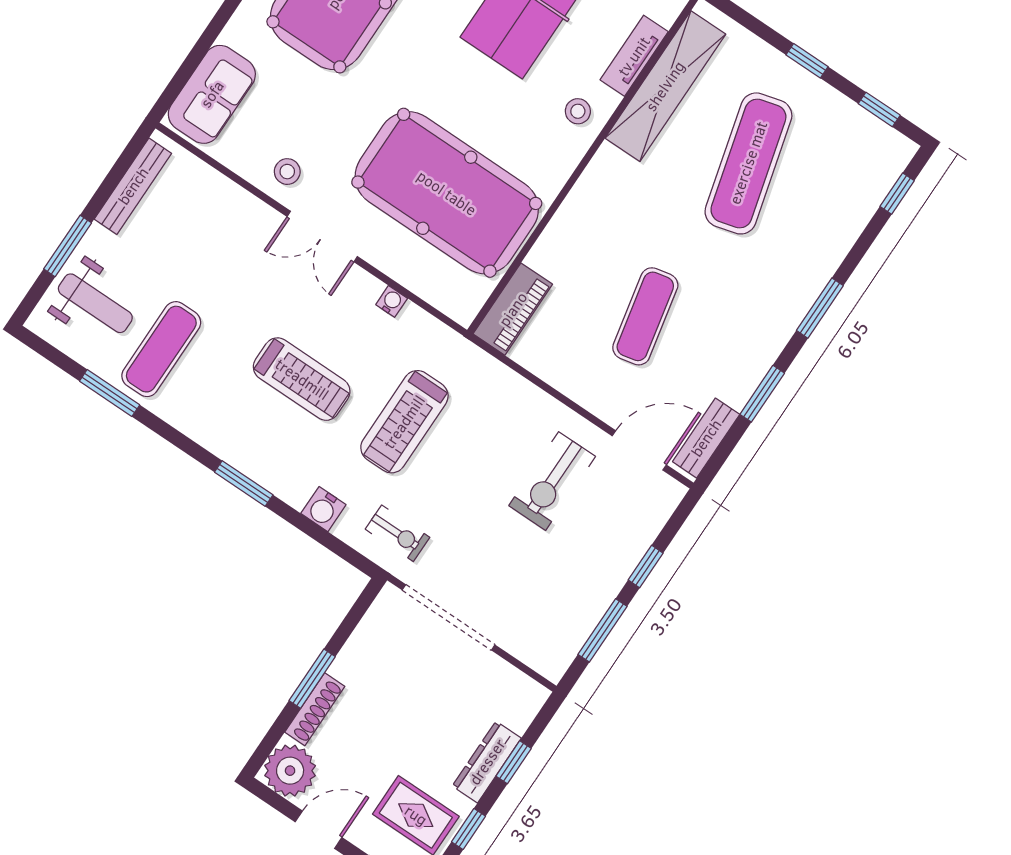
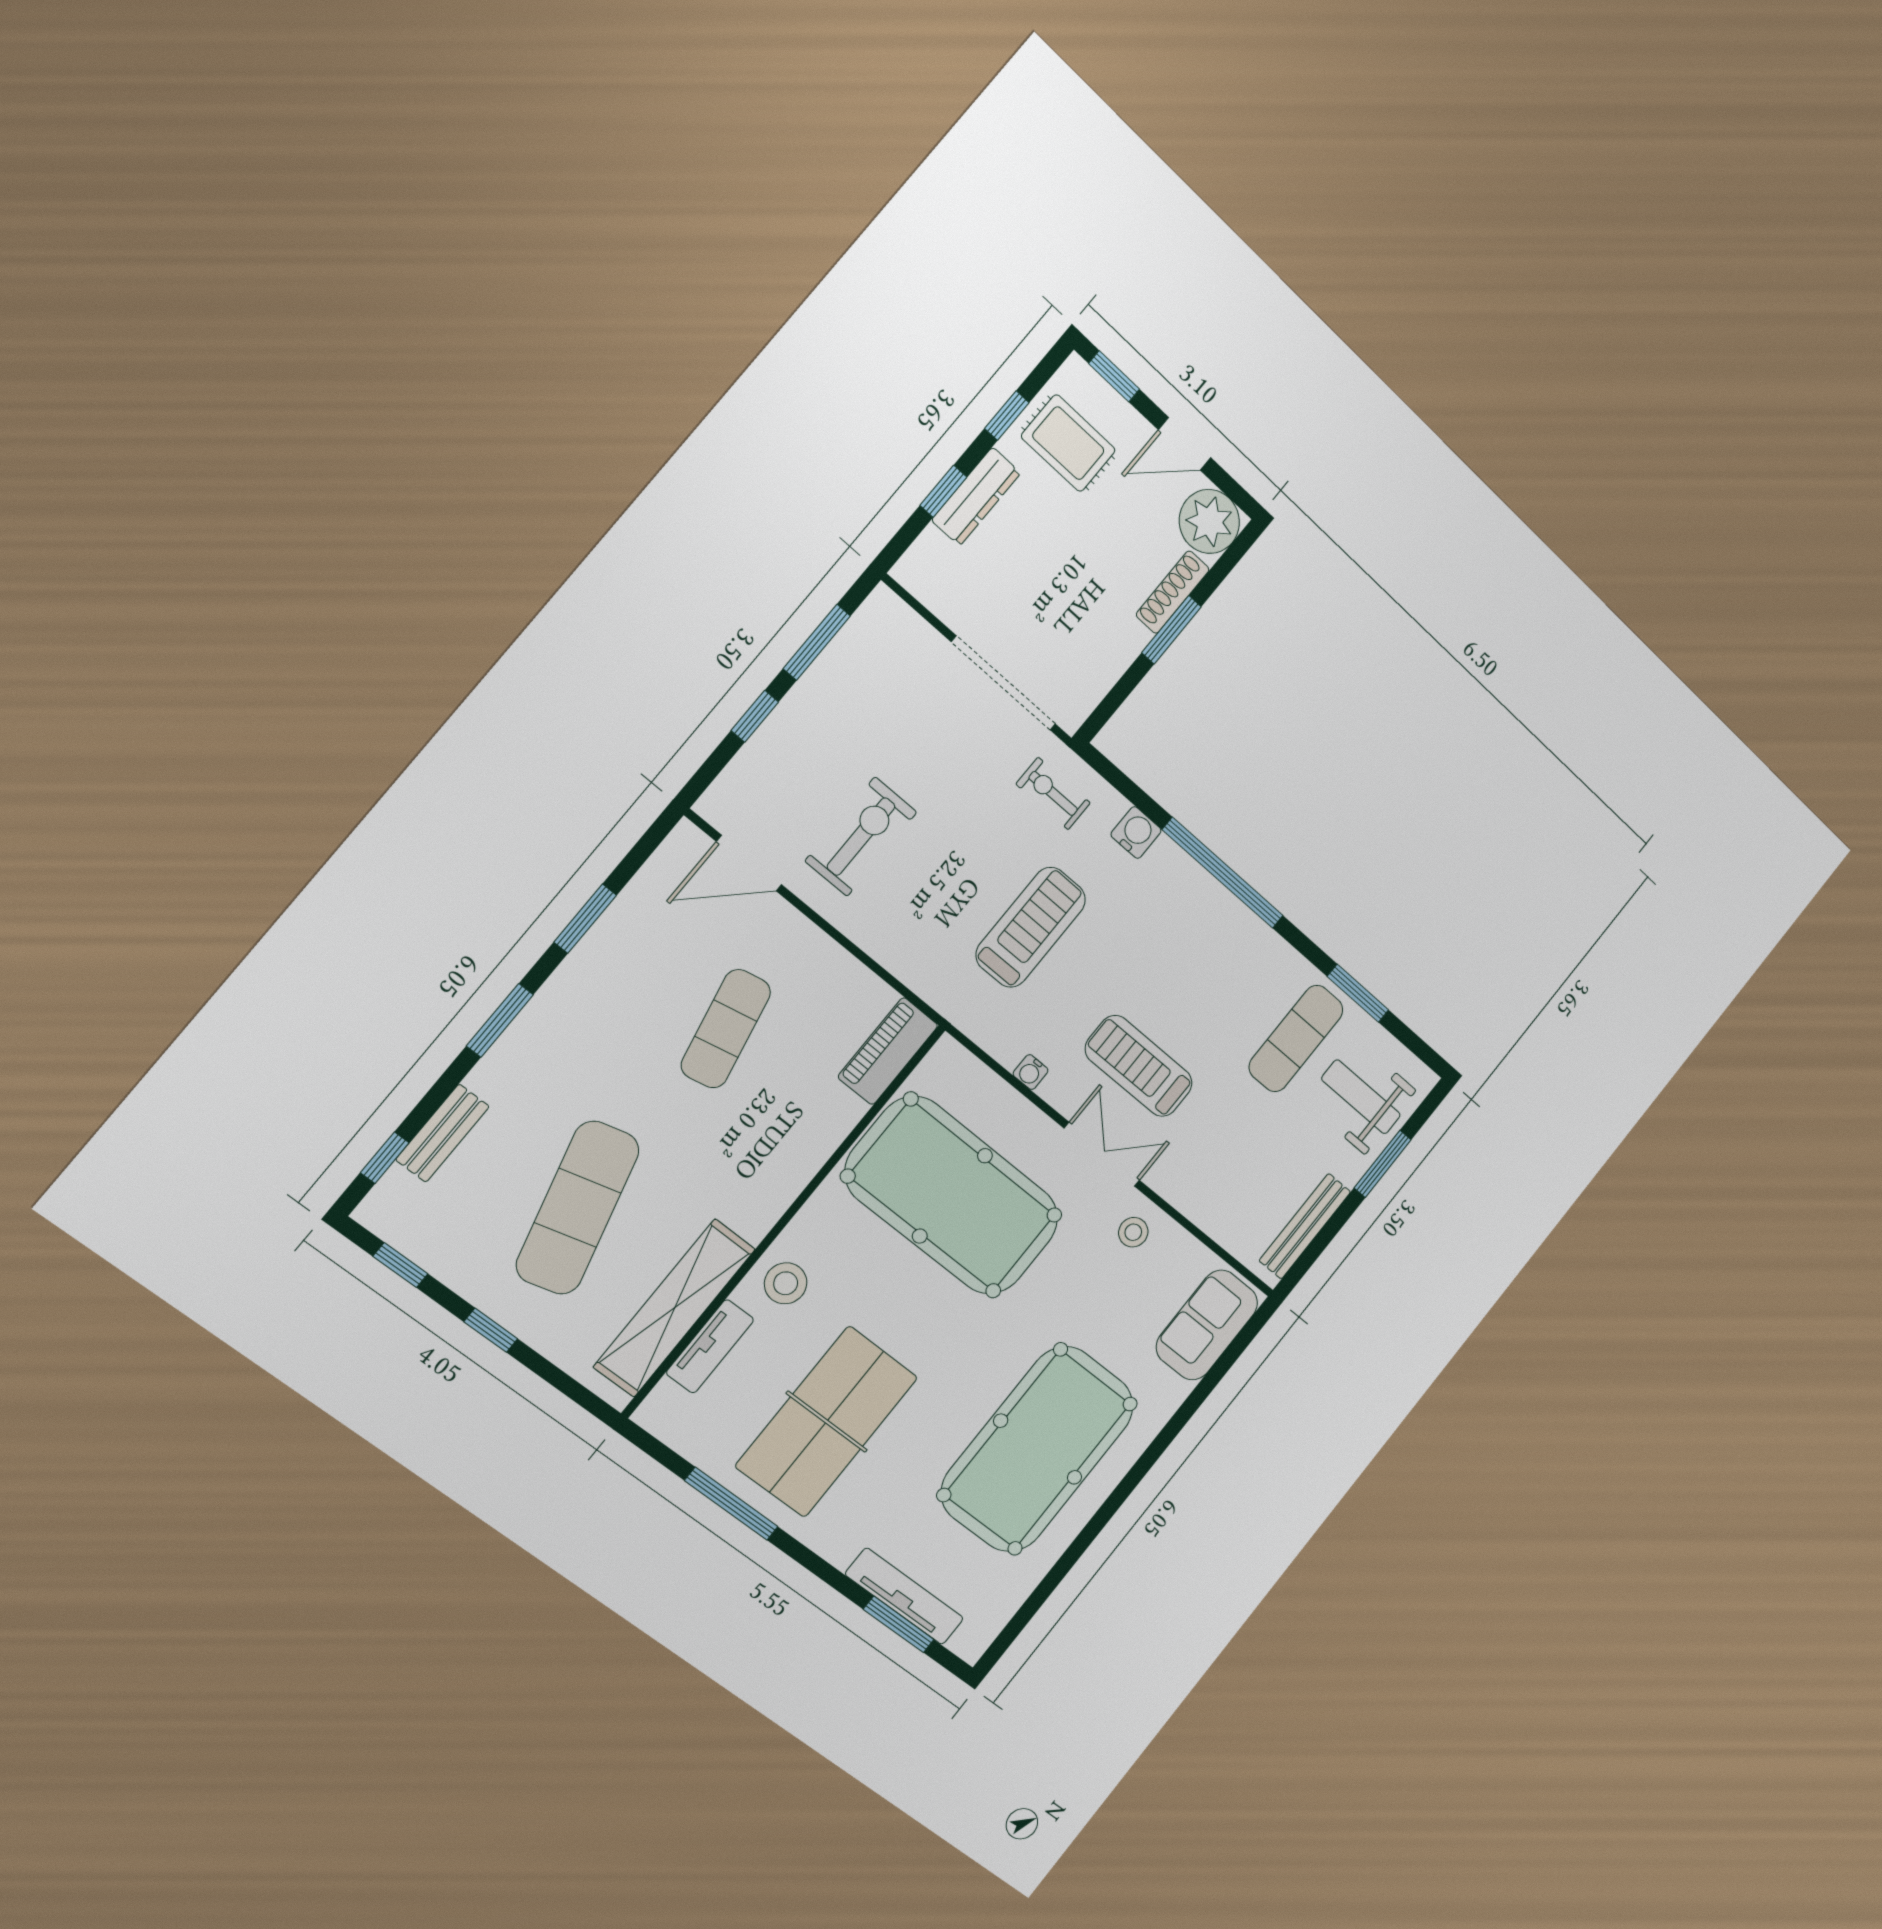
stool: (578, 111) -> (786, 1283), width x1.37, depth x1.37
treadmill: (302, 379) -> (1139, 1066), moved
bench: (706, 438) -> (442, 1133), moved
window: (244, 483) -> (1223, 873), width x2.11

